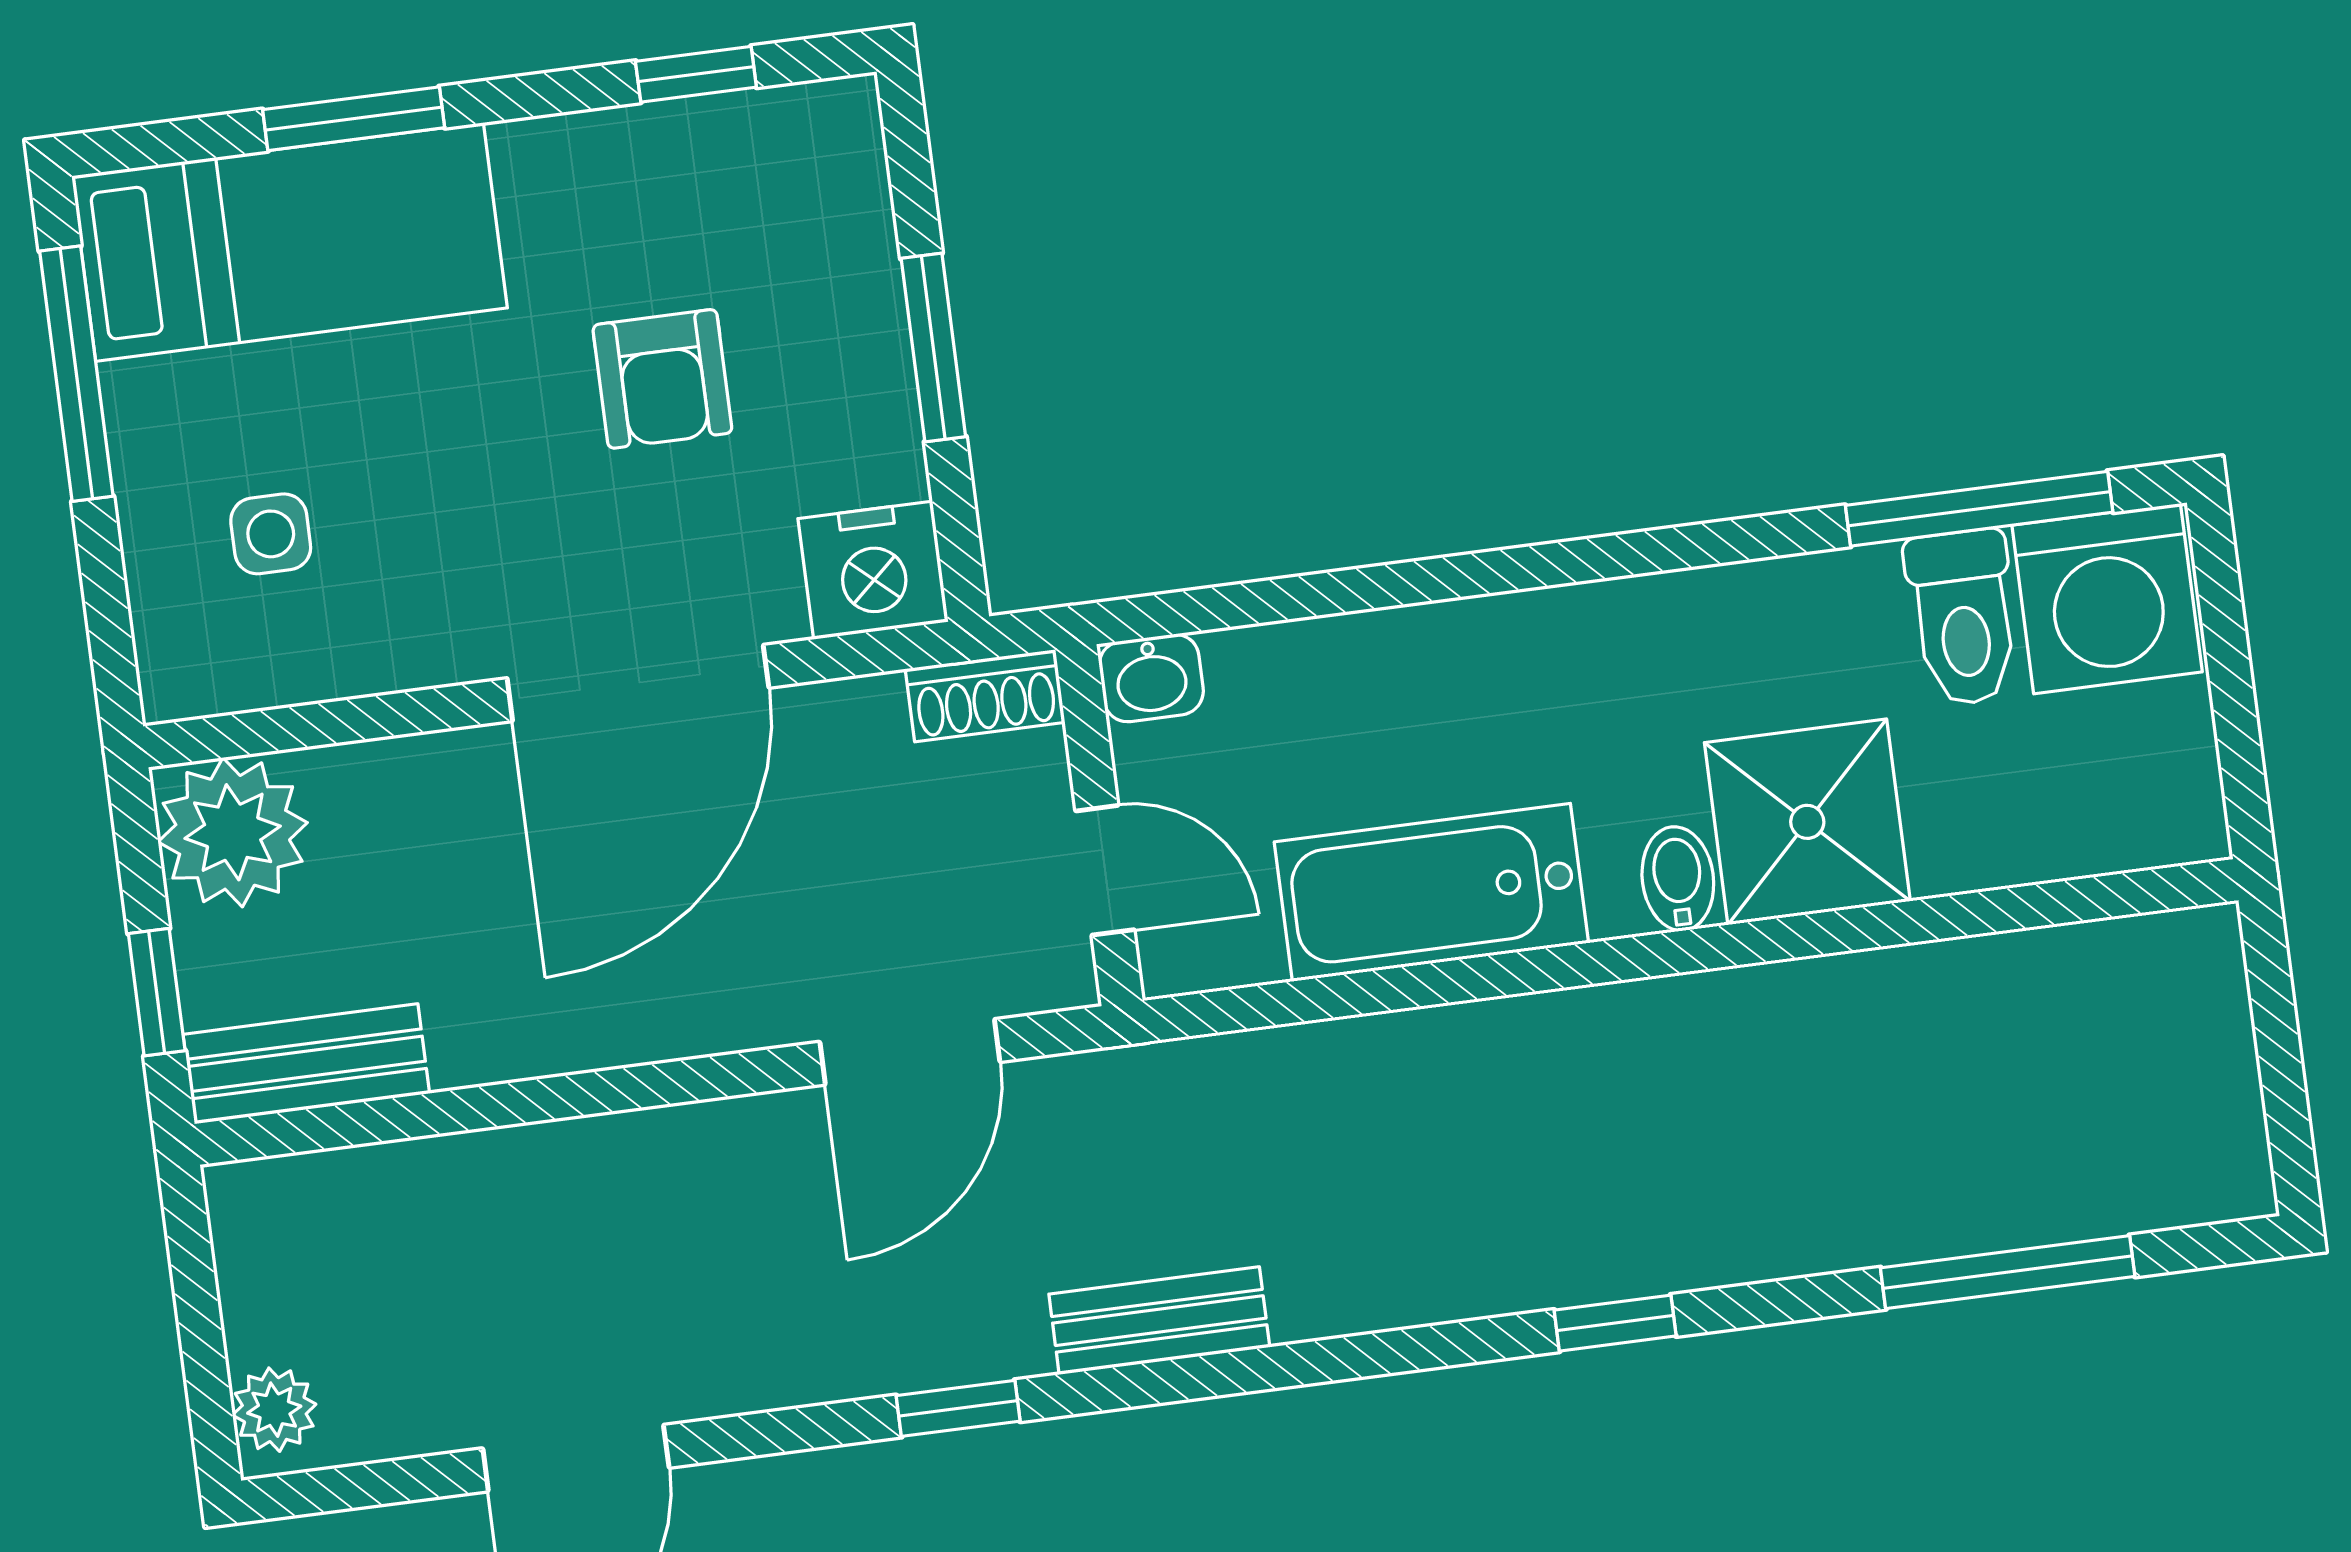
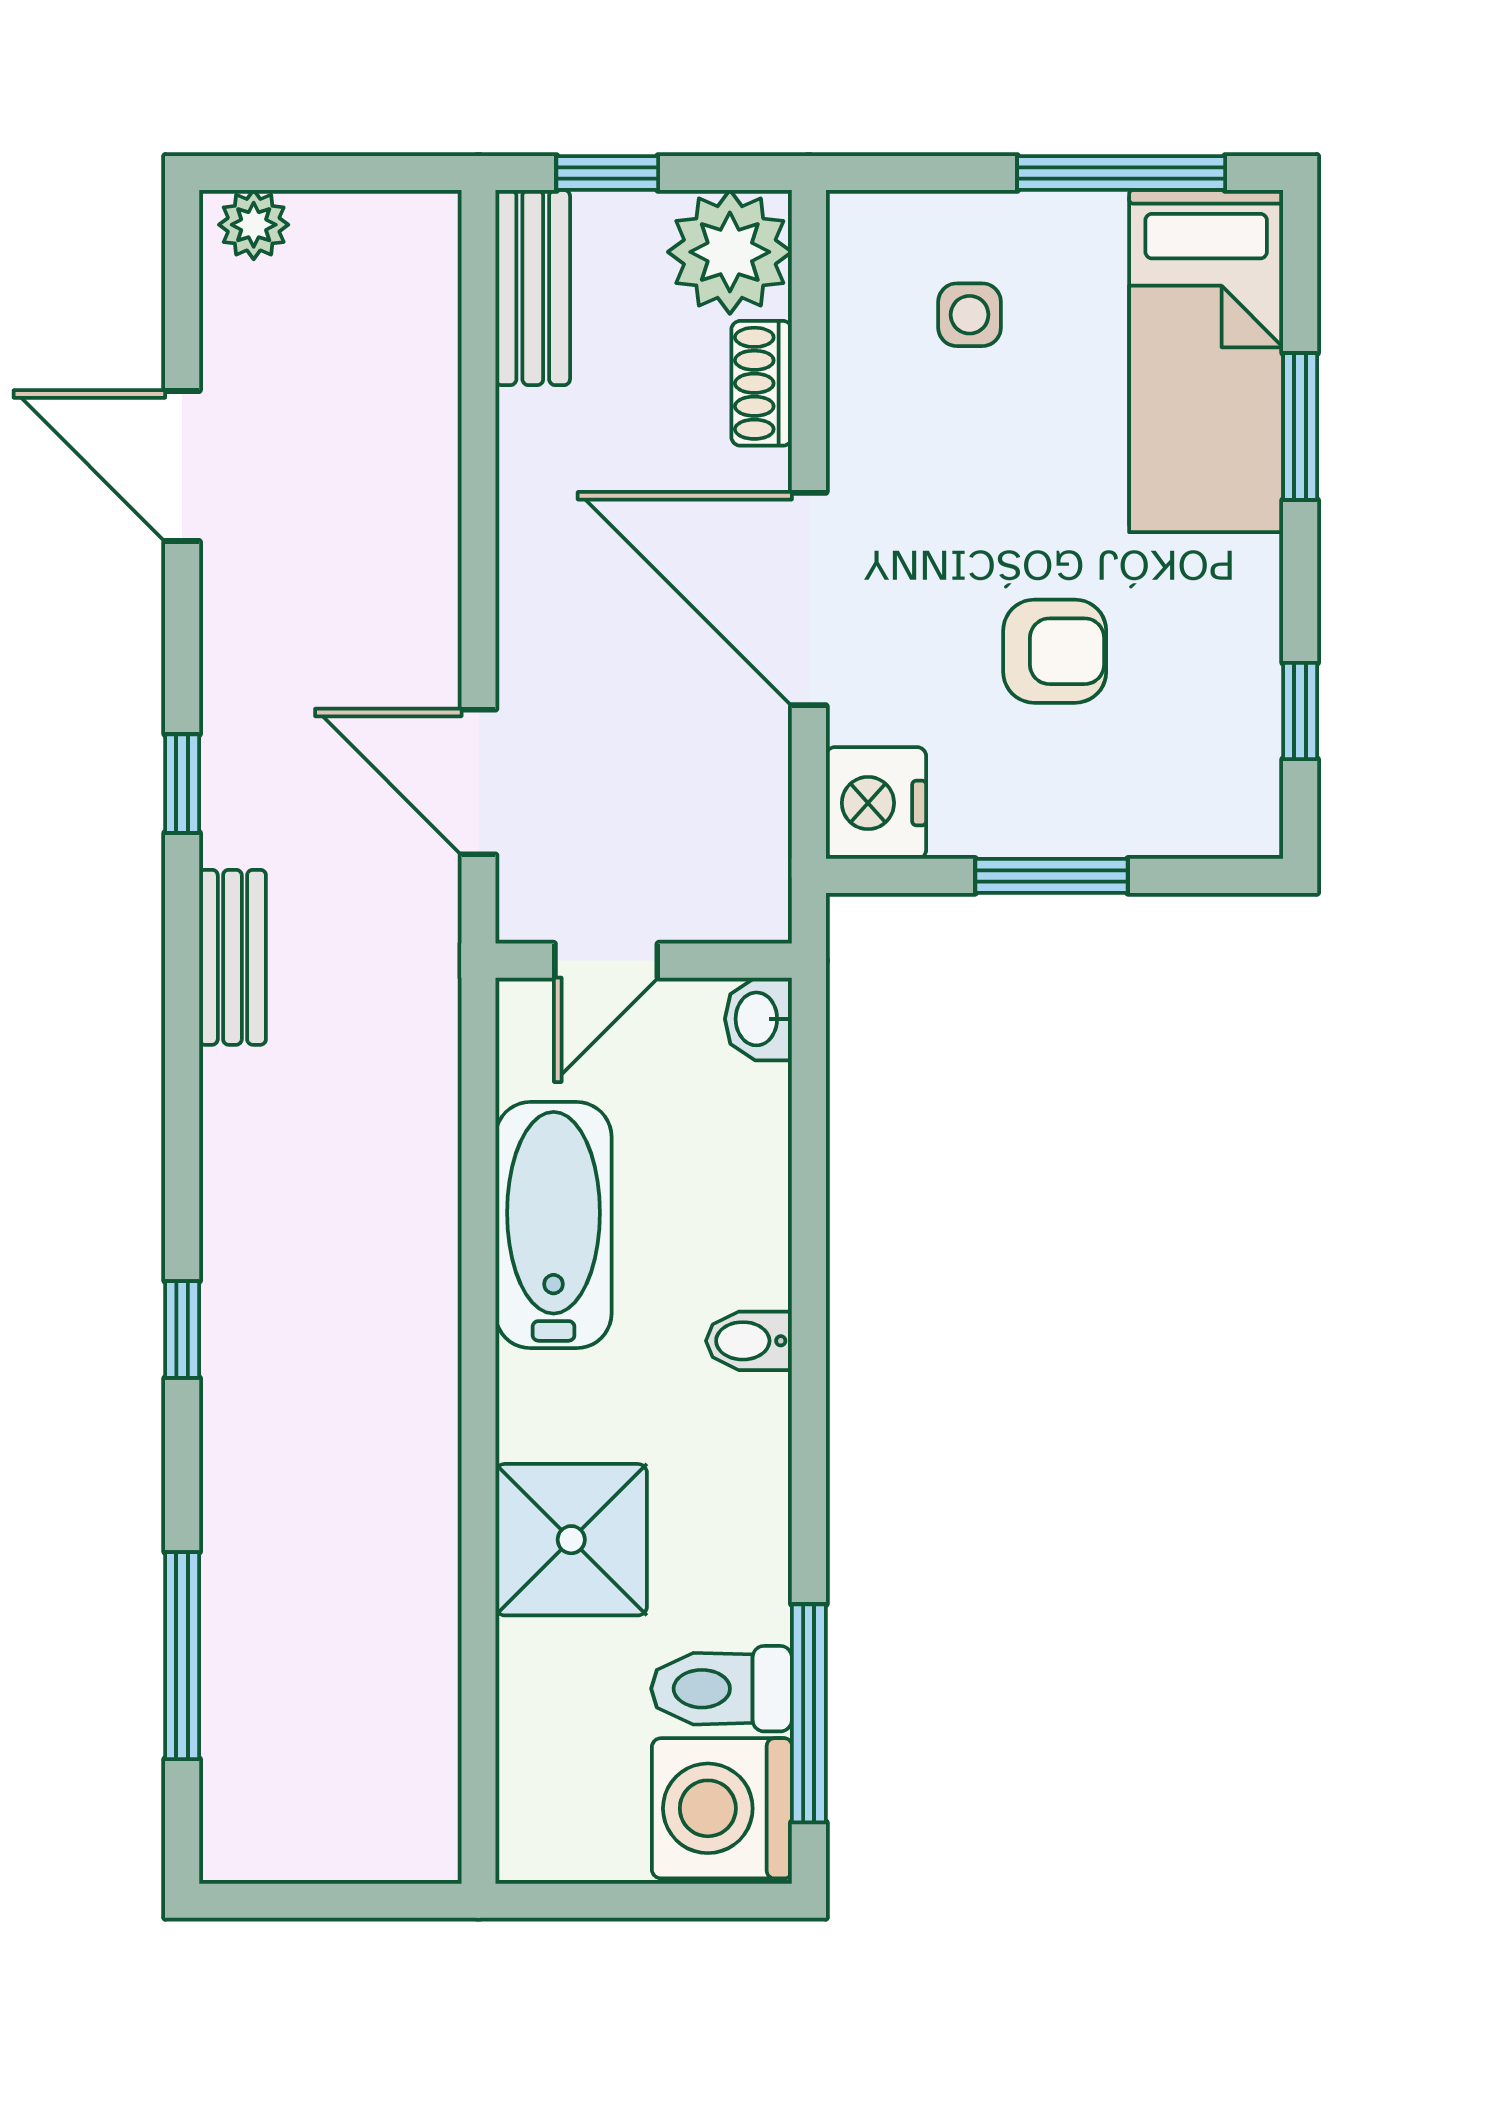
armchair: (662, 379) -> (1055, 651), turned 180
shoe rack: (985, 696) -> (762, 383), moved
bidet: (1678, 879) -> (749, 1341), moved, turned 180

